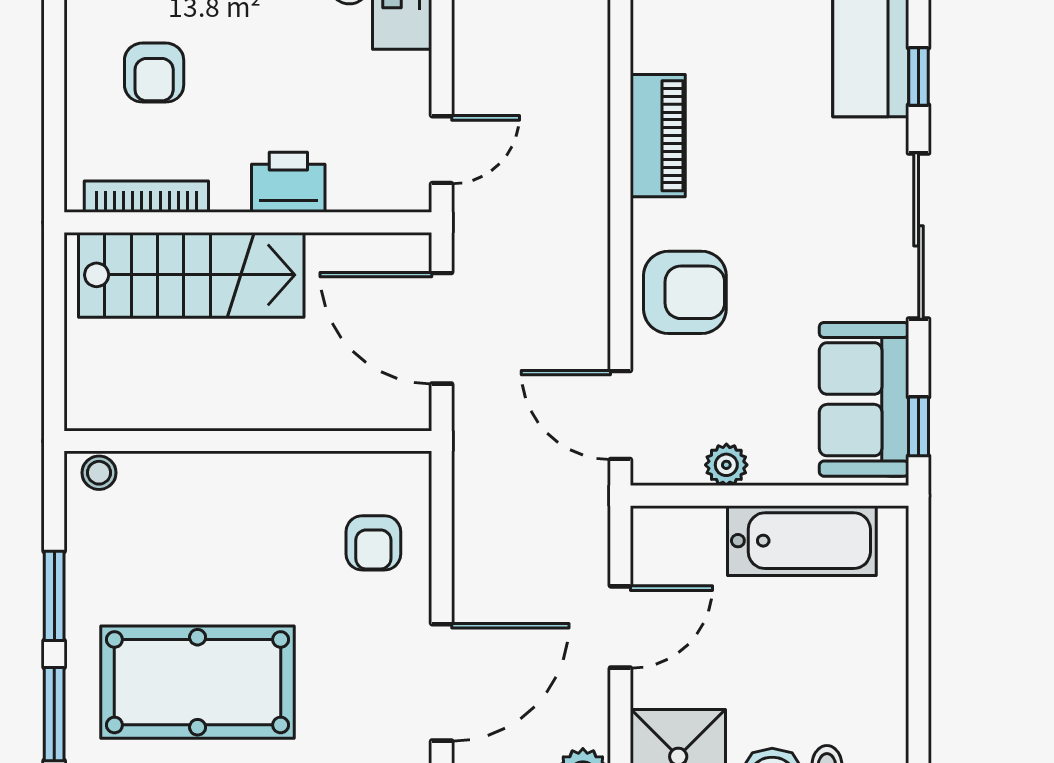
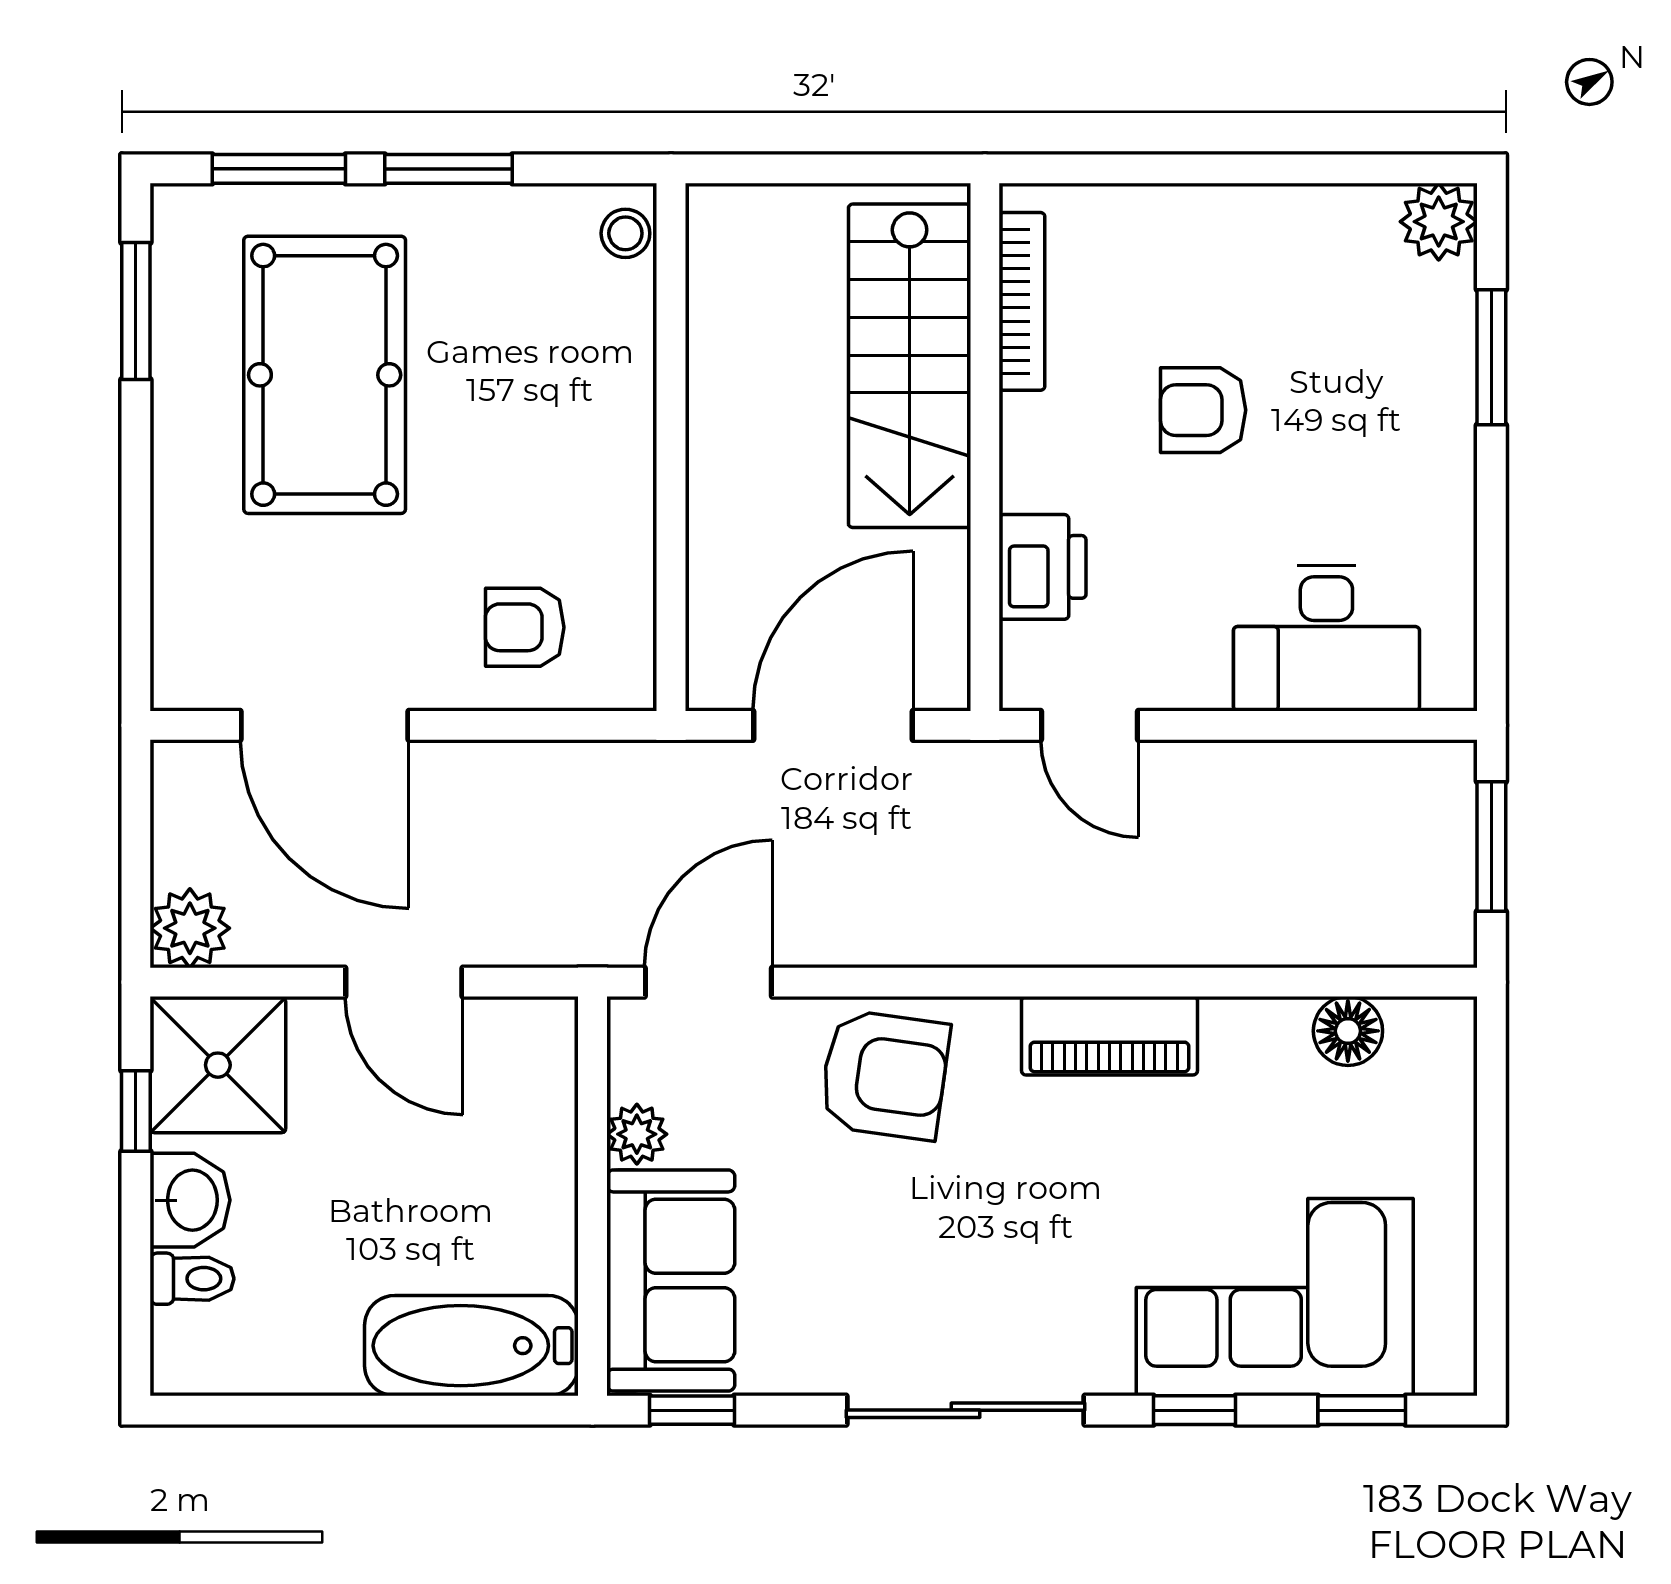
armchair: (154, 73) -> (1203, 410), moved
printer: (288, 182) -> (1043, 567), moved
armchair: (685, 292) -> (885, 1075), turned -82
sofa: (864, 399) -> (671, 1281), moved, turned 90
bathtub: (802, 541) -> (471, 1346), moved, turned 90

